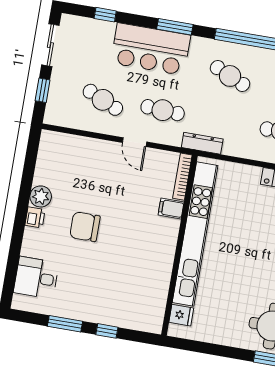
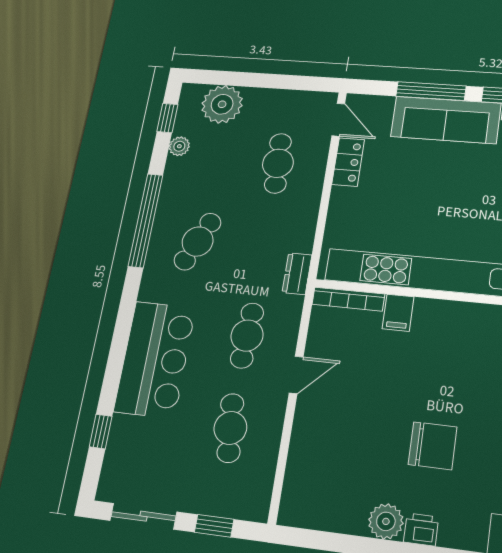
window: (175, 27) -> (123, 326), removed
cafe table: (103, 100) -> (230, 428), turned -30
dresser: (202, 143) -> (297, 274), width x0.70
chair: (85, 227) -> (433, 446), turned -90

